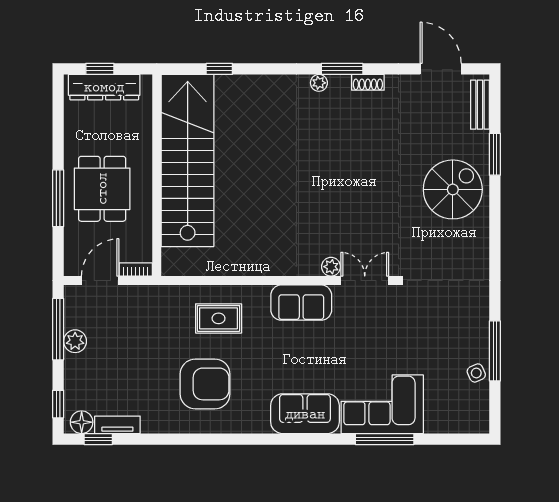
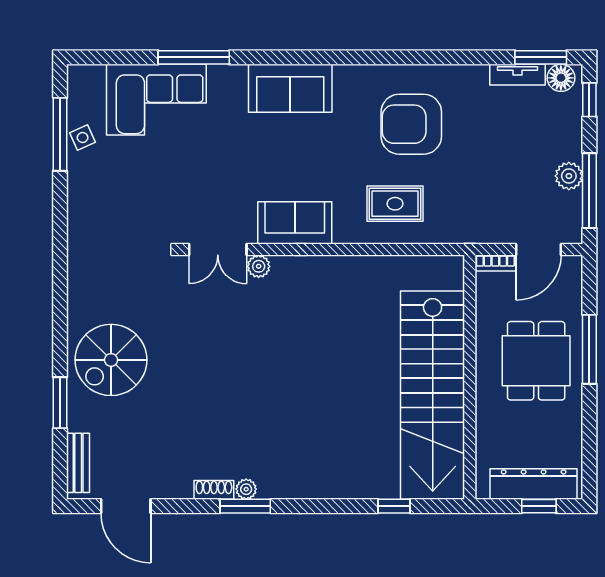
plant: (319, 83) -> (246, 489), moved
window: (495, 351) -> (60, 134), moved
corner sofa: (382, 404) -> (156, 100), moved
window: (98, 439) -> (541, 57), width x1.50

